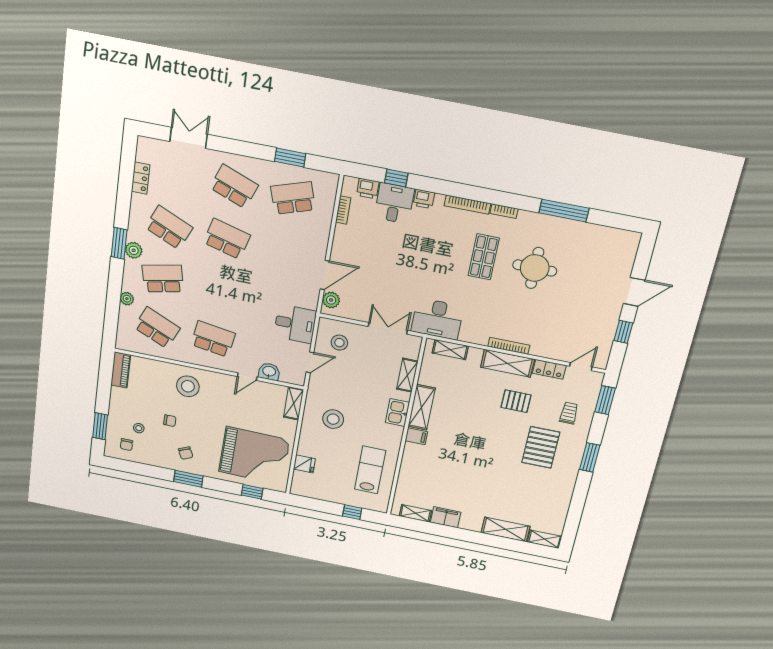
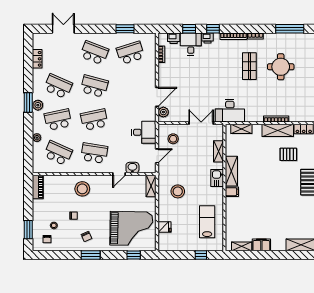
window: (436, 186) -> (213, 29), added
school desk: (220, 290) -> (94, 120), added

